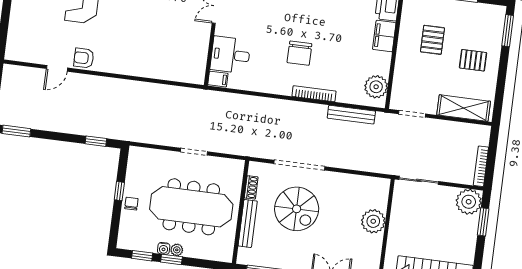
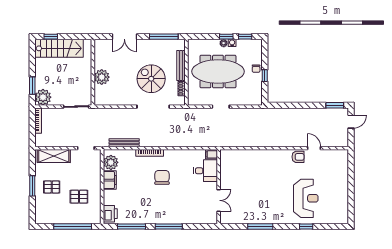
window: (508, 31) -> (32, 186), moved
filing cabinet: (384, 36) -> (110, 180), moved
pallet: (432, 40) -> (79, 197), turned 90
door: (57, 68) -> (314, 148), hinge flipped
window: (96, 141) -> (284, 105), removed

